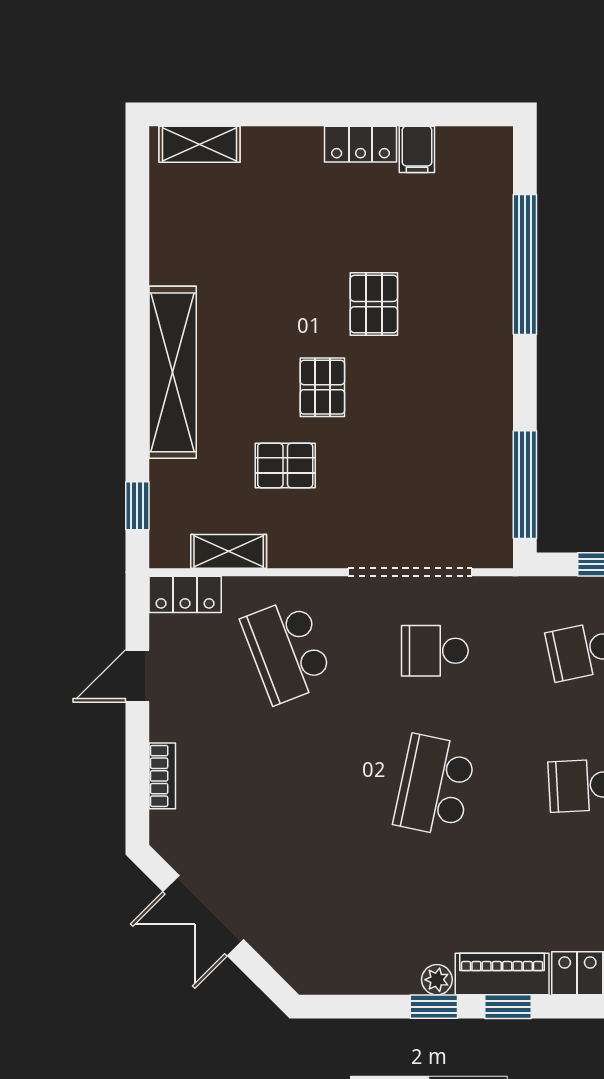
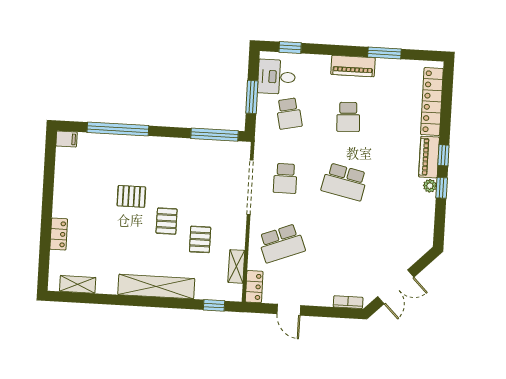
shelving: (200, 144) -> (78, 284), moved, turned 90
locker: (361, 144) -> (59, 234), moved
filing cabinet: (417, 149) -> (66, 139), moved
pallet: (322, 387) -> (167, 221), turned 90
bookcase: (162, 776) -> (348, 302), moved

